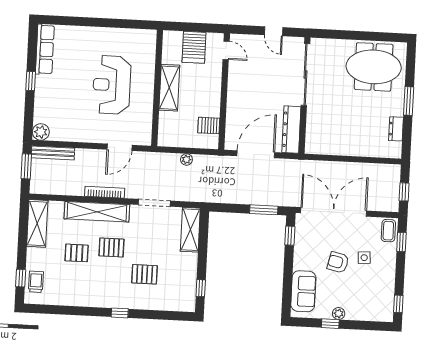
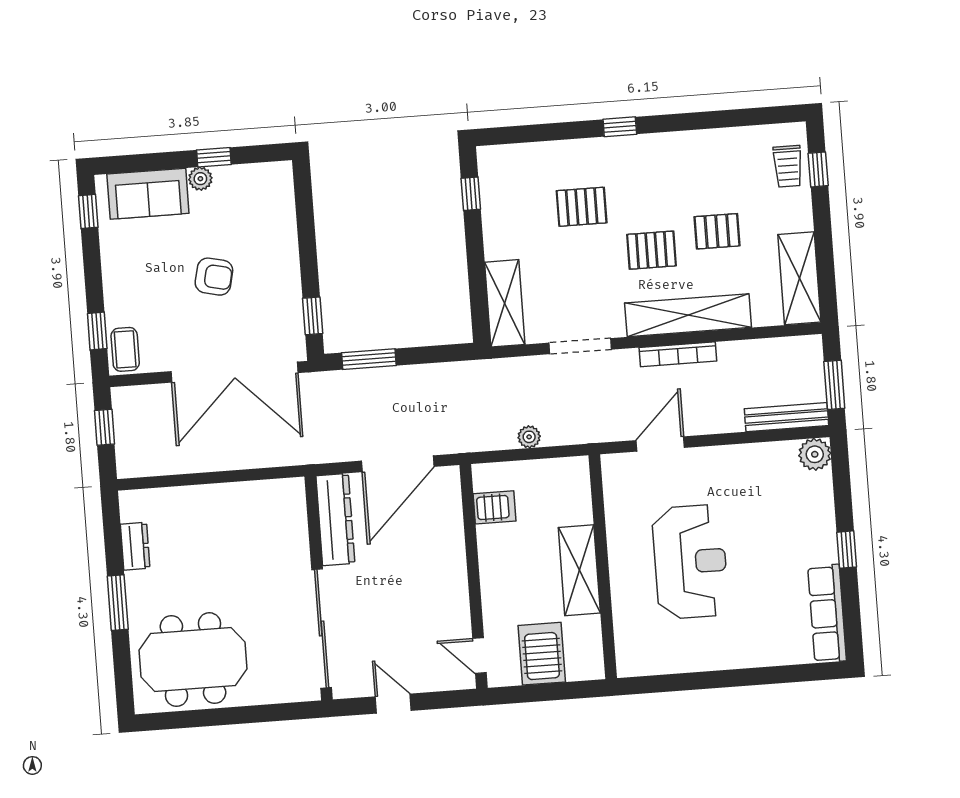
side table: (364, 258) -> (165, 292), removed
sofa: (303, 291) -> (148, 194), moved, turned -90

